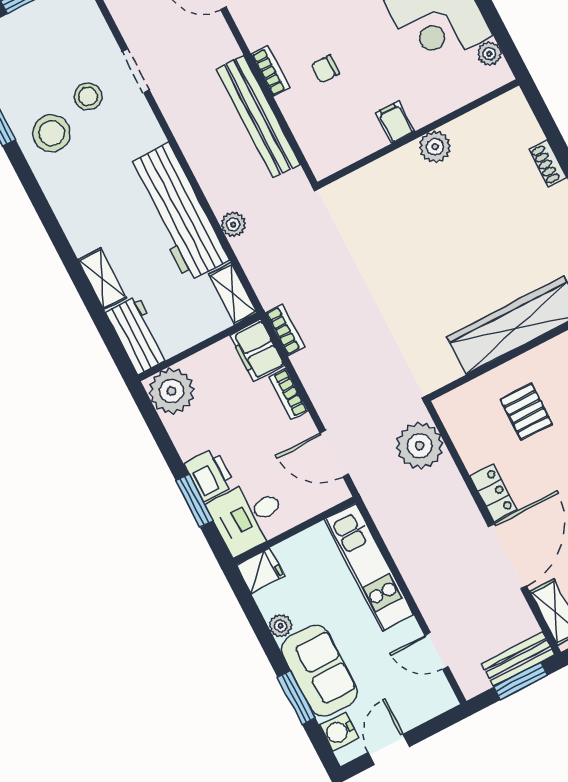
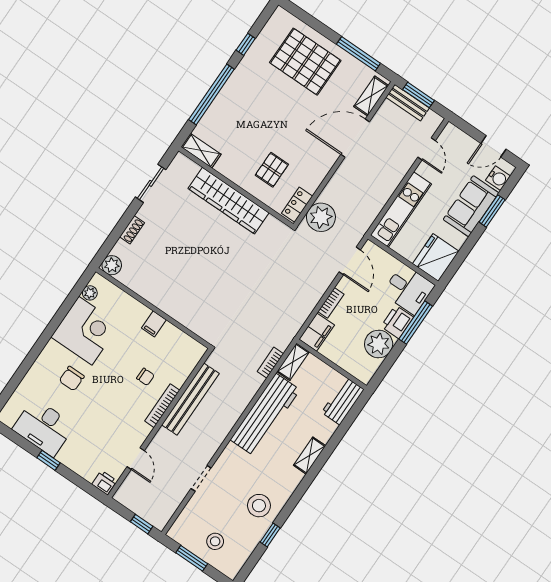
bookcase: (271, 71) -> (162, 406), width x1.56
stool: (88, 96) -> (215, 541), moved
plant: (435, 147) -> (112, 265), moved
plant: (233, 224) -> (256, 381), removed
shelving: (102, 279) -> (310, 456), moved
bookcase: (285, 330) -> (270, 363), moved
plant: (172, 391) -> (379, 344), moved
locker: (493, 493) -> (297, 205), moved
window: (195, 501) -> (416, 323), width x1.44
fridge: (261, 571) -> (436, 257), width x1.88, depth x1.34
plant: (281, 626) -> (458, 240), removed

